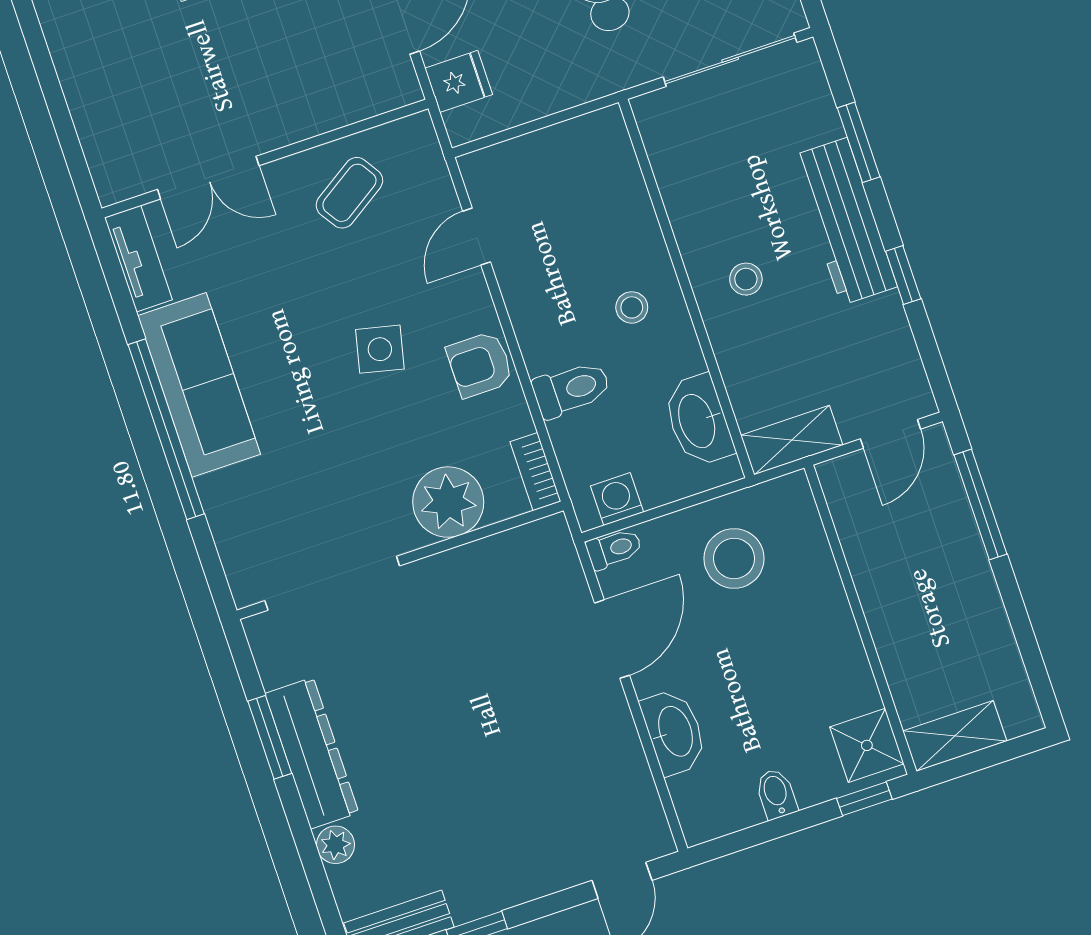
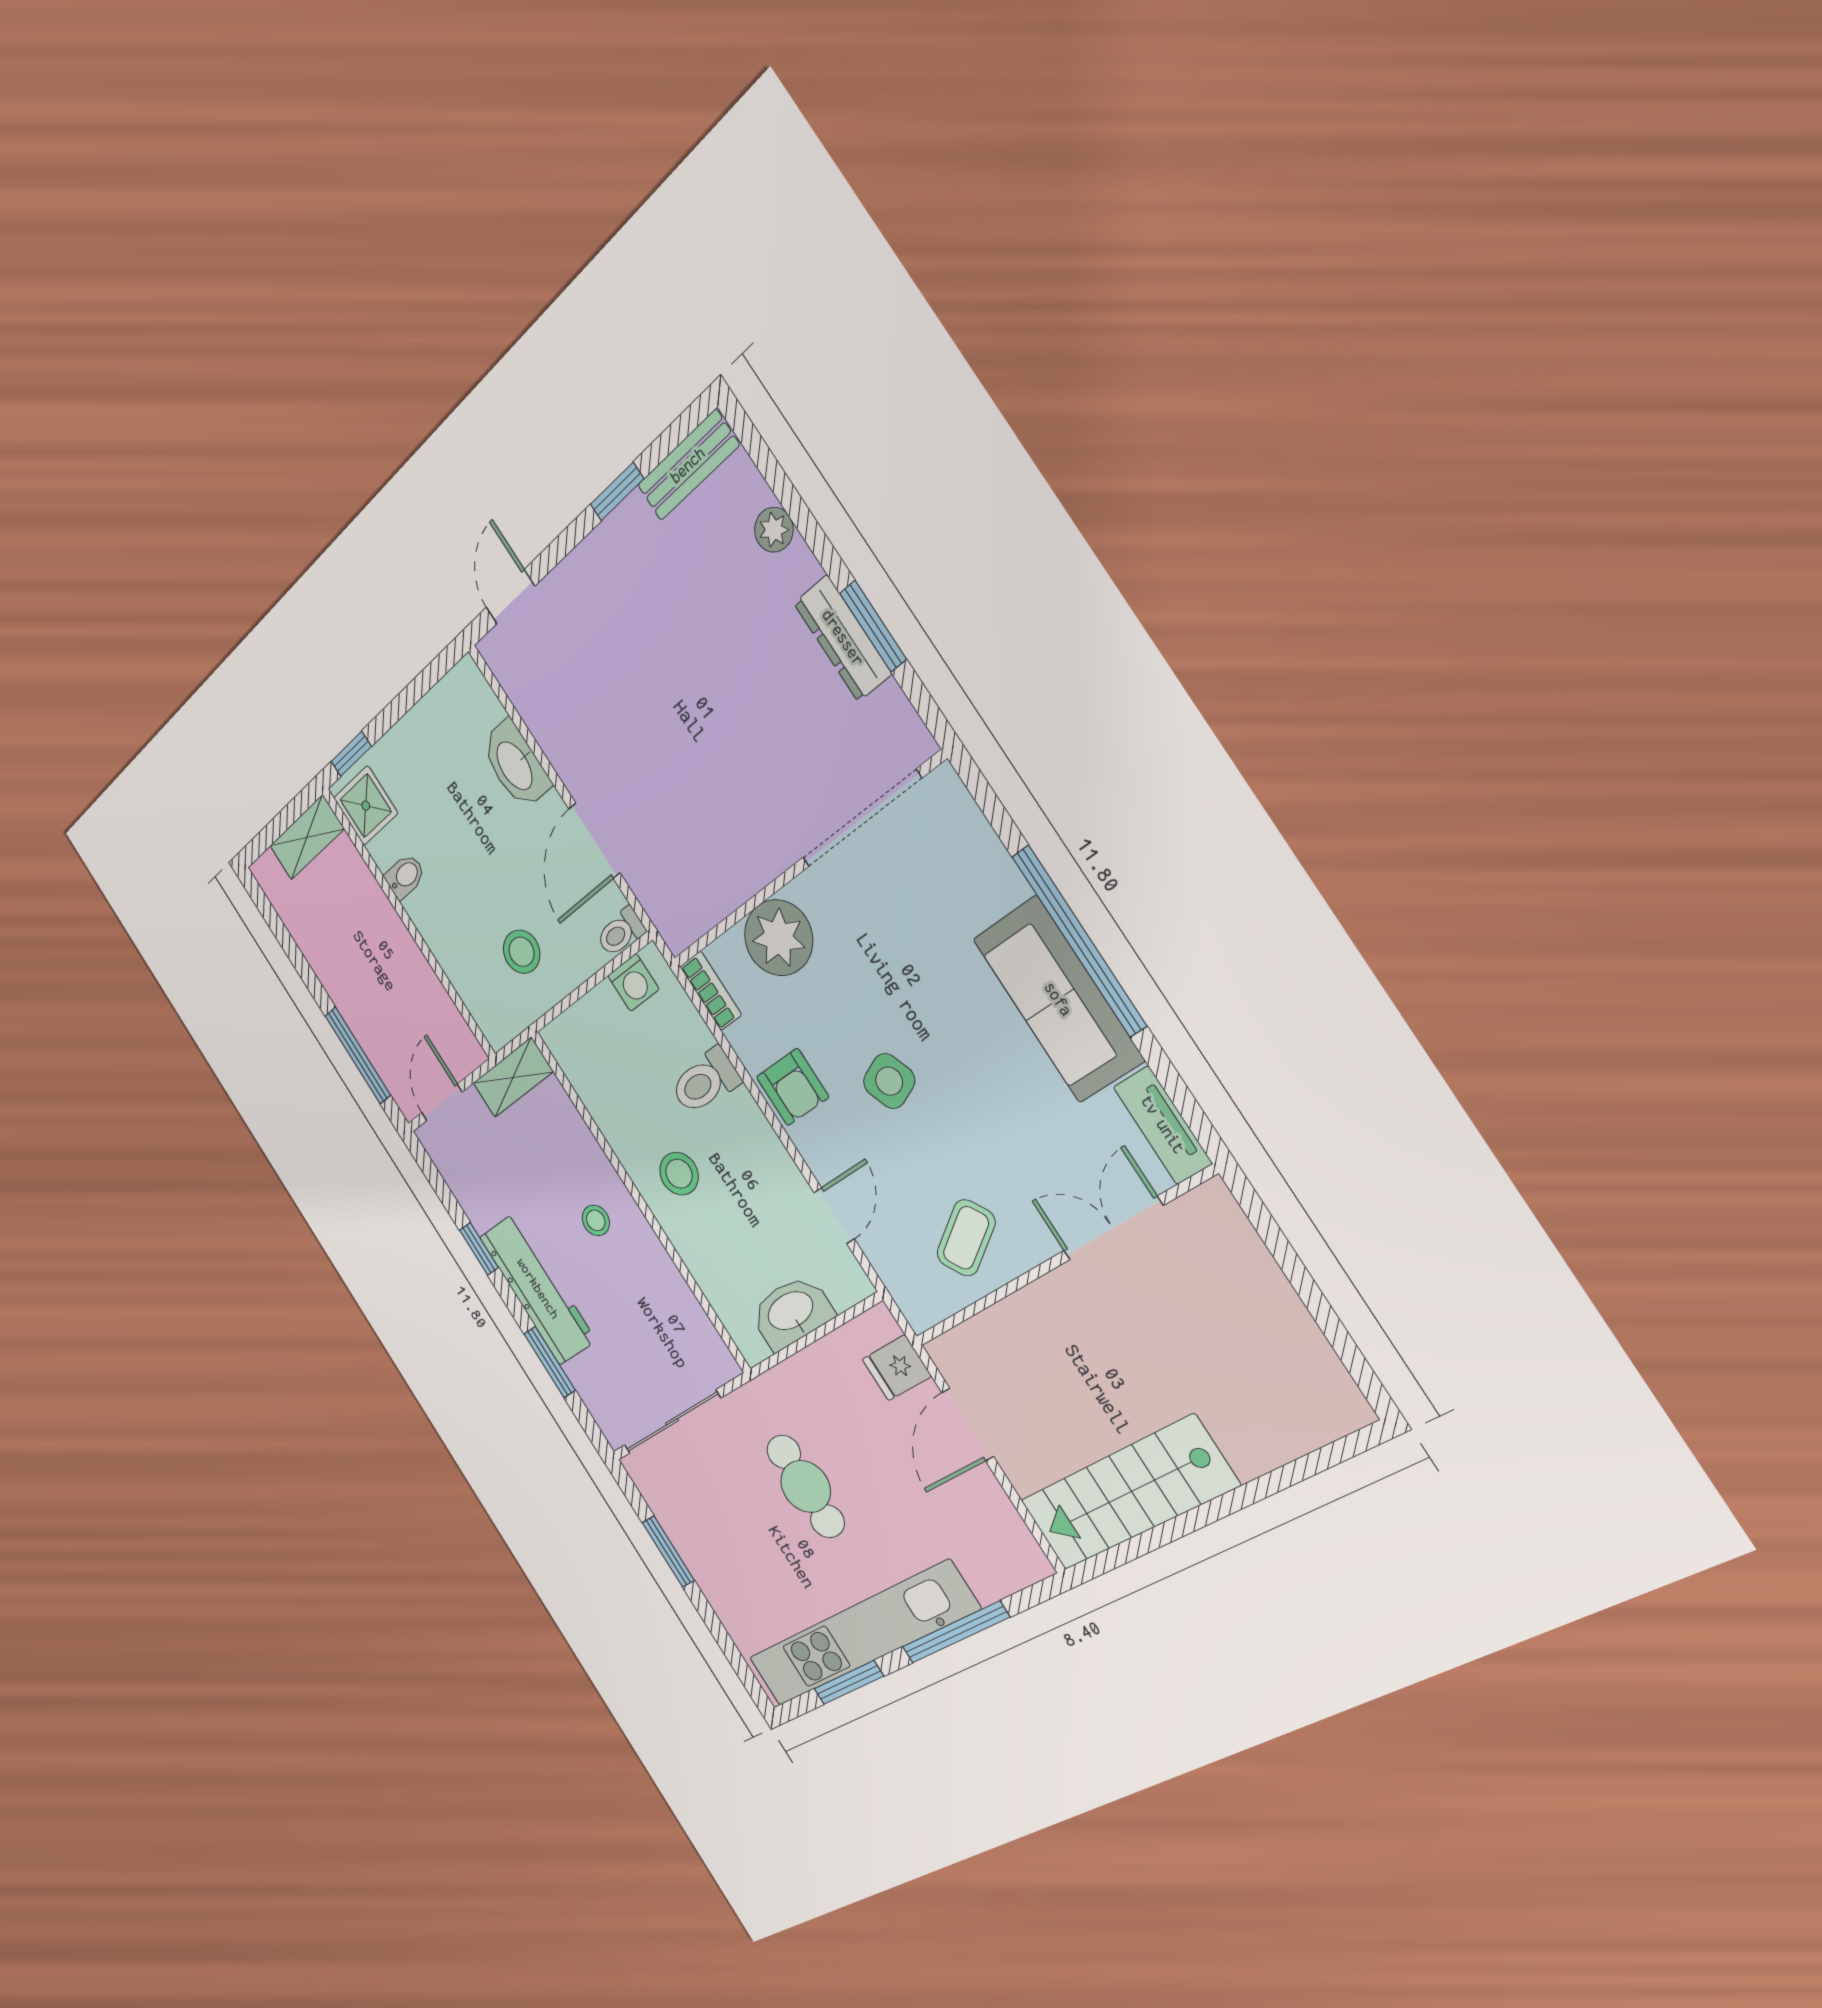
stool: (632, 307) -> (679, 1174), width x1.37, depth x1.37
side table: (380, 349) -> (889, 1081), turned -35
armchair: (480, 364) -> (793, 1087), turned 90
washbasin: (698, 421) -> (791, 1312), moved, turned -90
stool: (734, 559) -> (522, 952), width x0.73, depth x0.73
dresser: (312, 753) -> (843, 638), width x0.73, depth x0.80
bidet: (776, 794) -> (405, 876), moved, turned -90

